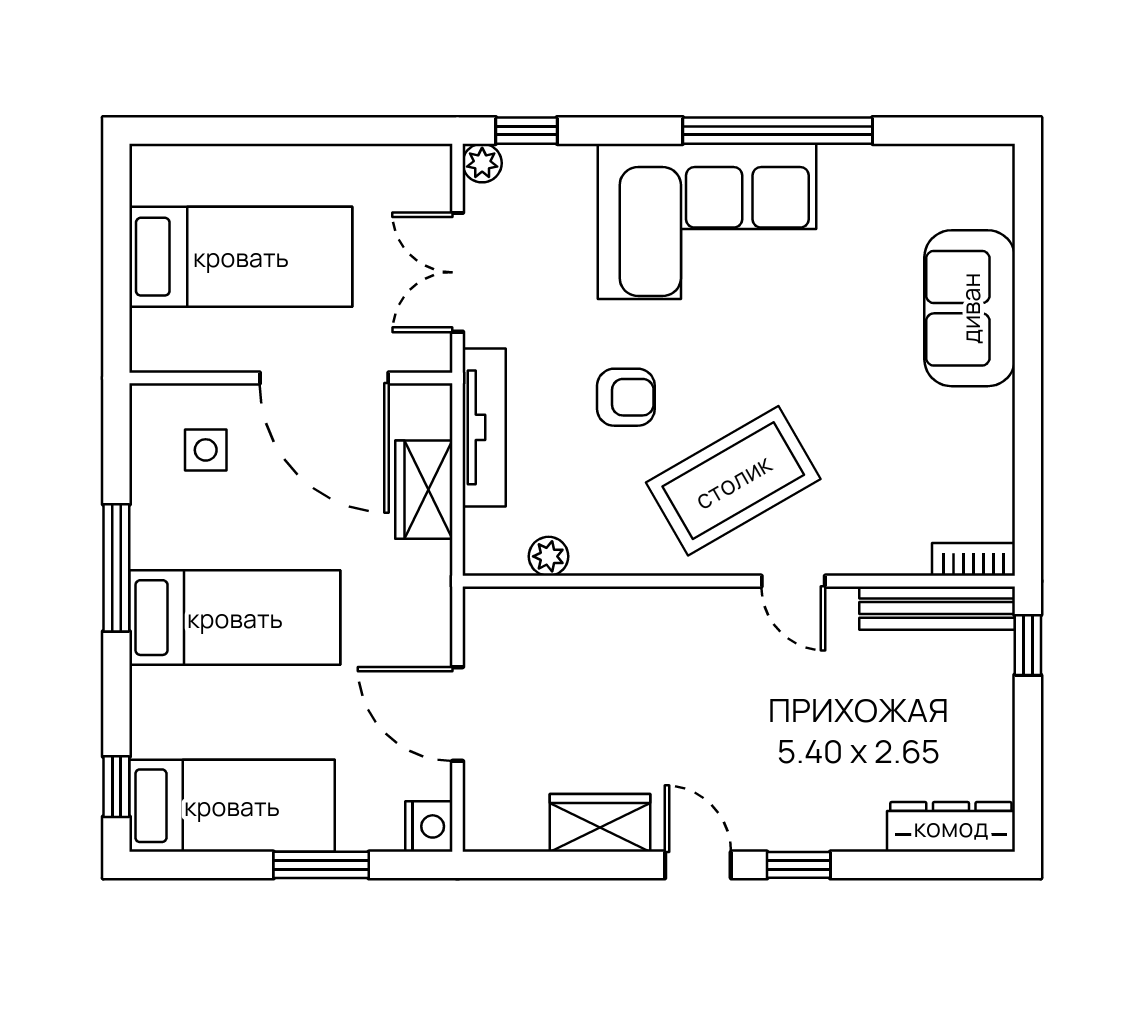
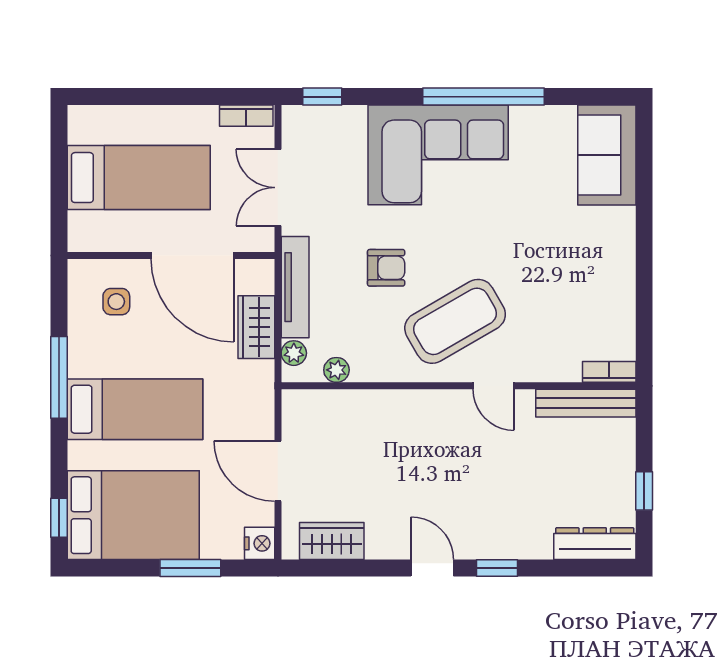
bookcase: (408, 160) -> (246, 116), added
plant: (482, 163) -> (294, 353), moved
sofa: (970, 308) -> (607, 155), moved
window: (1028, 645) -> (644, 491), moved
bed: (232, 806) -> (133, 515), width x1.50
wardrobe: (600, 823) -> (332, 541), moved

